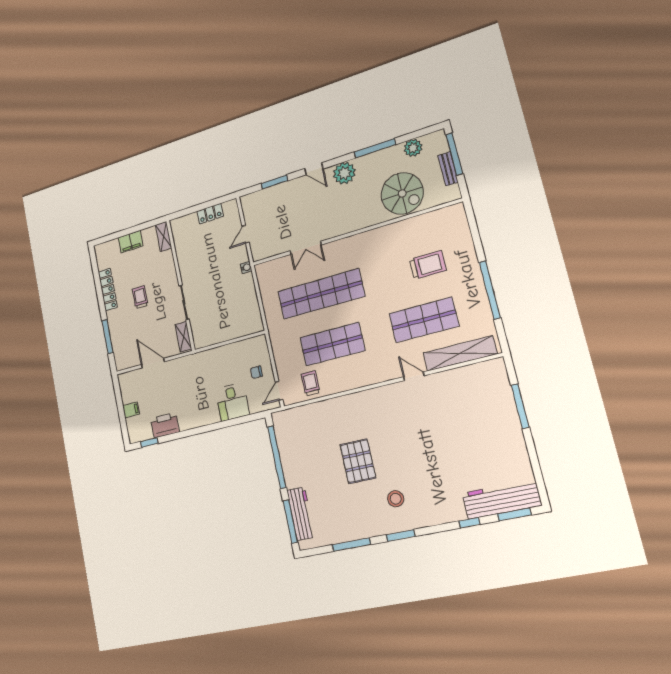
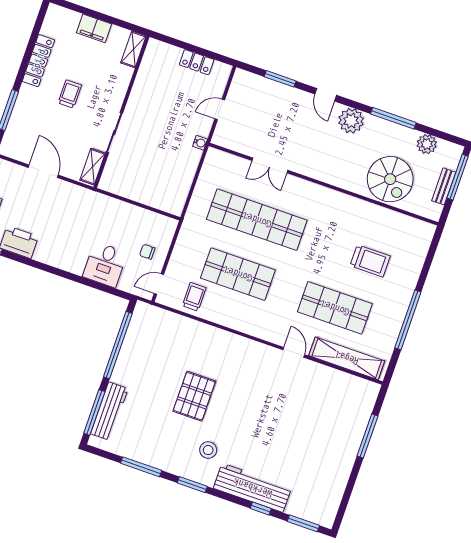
workbench: (501, 499) -> (253, 488), moved

